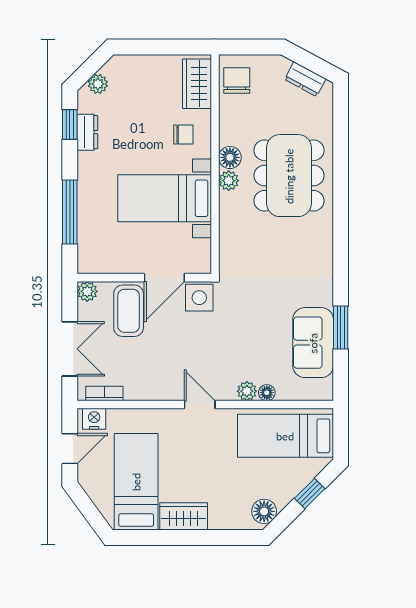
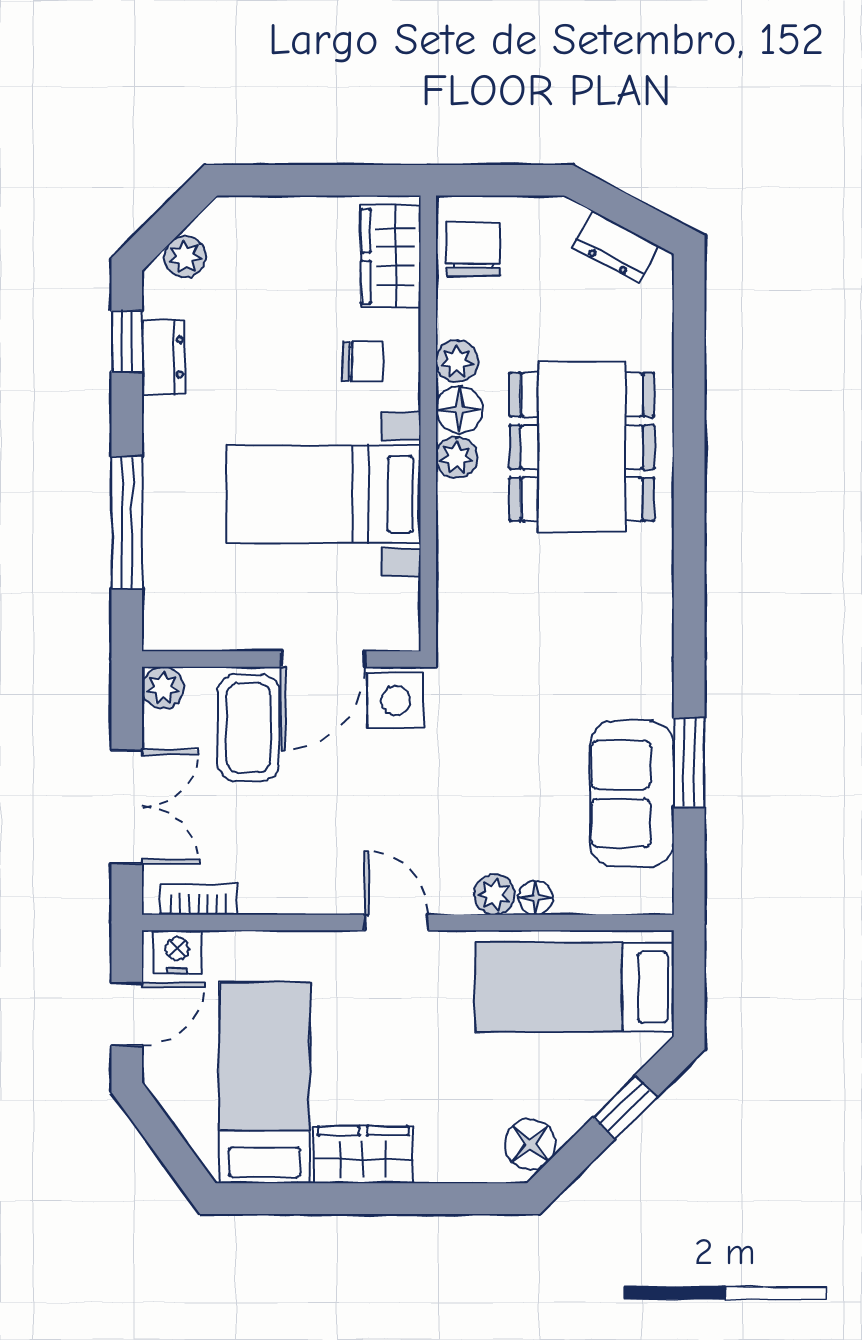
plant: (229, 134) -> (457, 361), added

